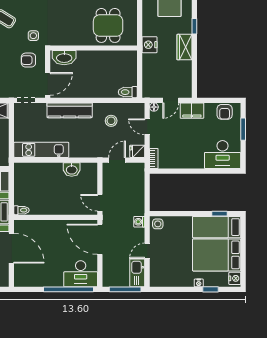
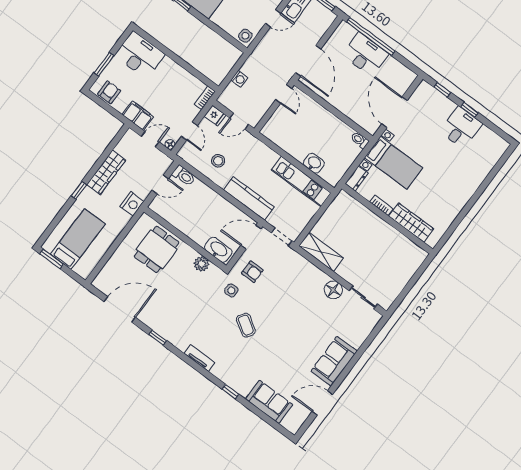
plant: (69, 39) -> (201, 264), added
wardrobe: (185, 47) -> (106, 172), width x1.50
door: (140, 73) -> (160, 184), added
washbasin: (72, 169) -> (314, 163), moved
washing machine: (139, 222) -> (239, 79), moved
desk: (81, 274) -> (365, 54), moved

